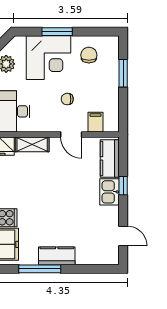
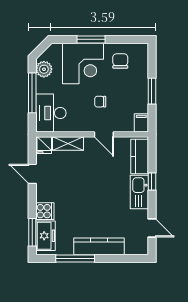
window: (123, 73) -> (152, 91), moved
filing cabinet: (96, 122) -> (141, 123), moved
kitchen sink: (110, 192) -> (139, 192), width x1.38
kitchen counter: (57, 256) -> (99, 246), width x1.50

